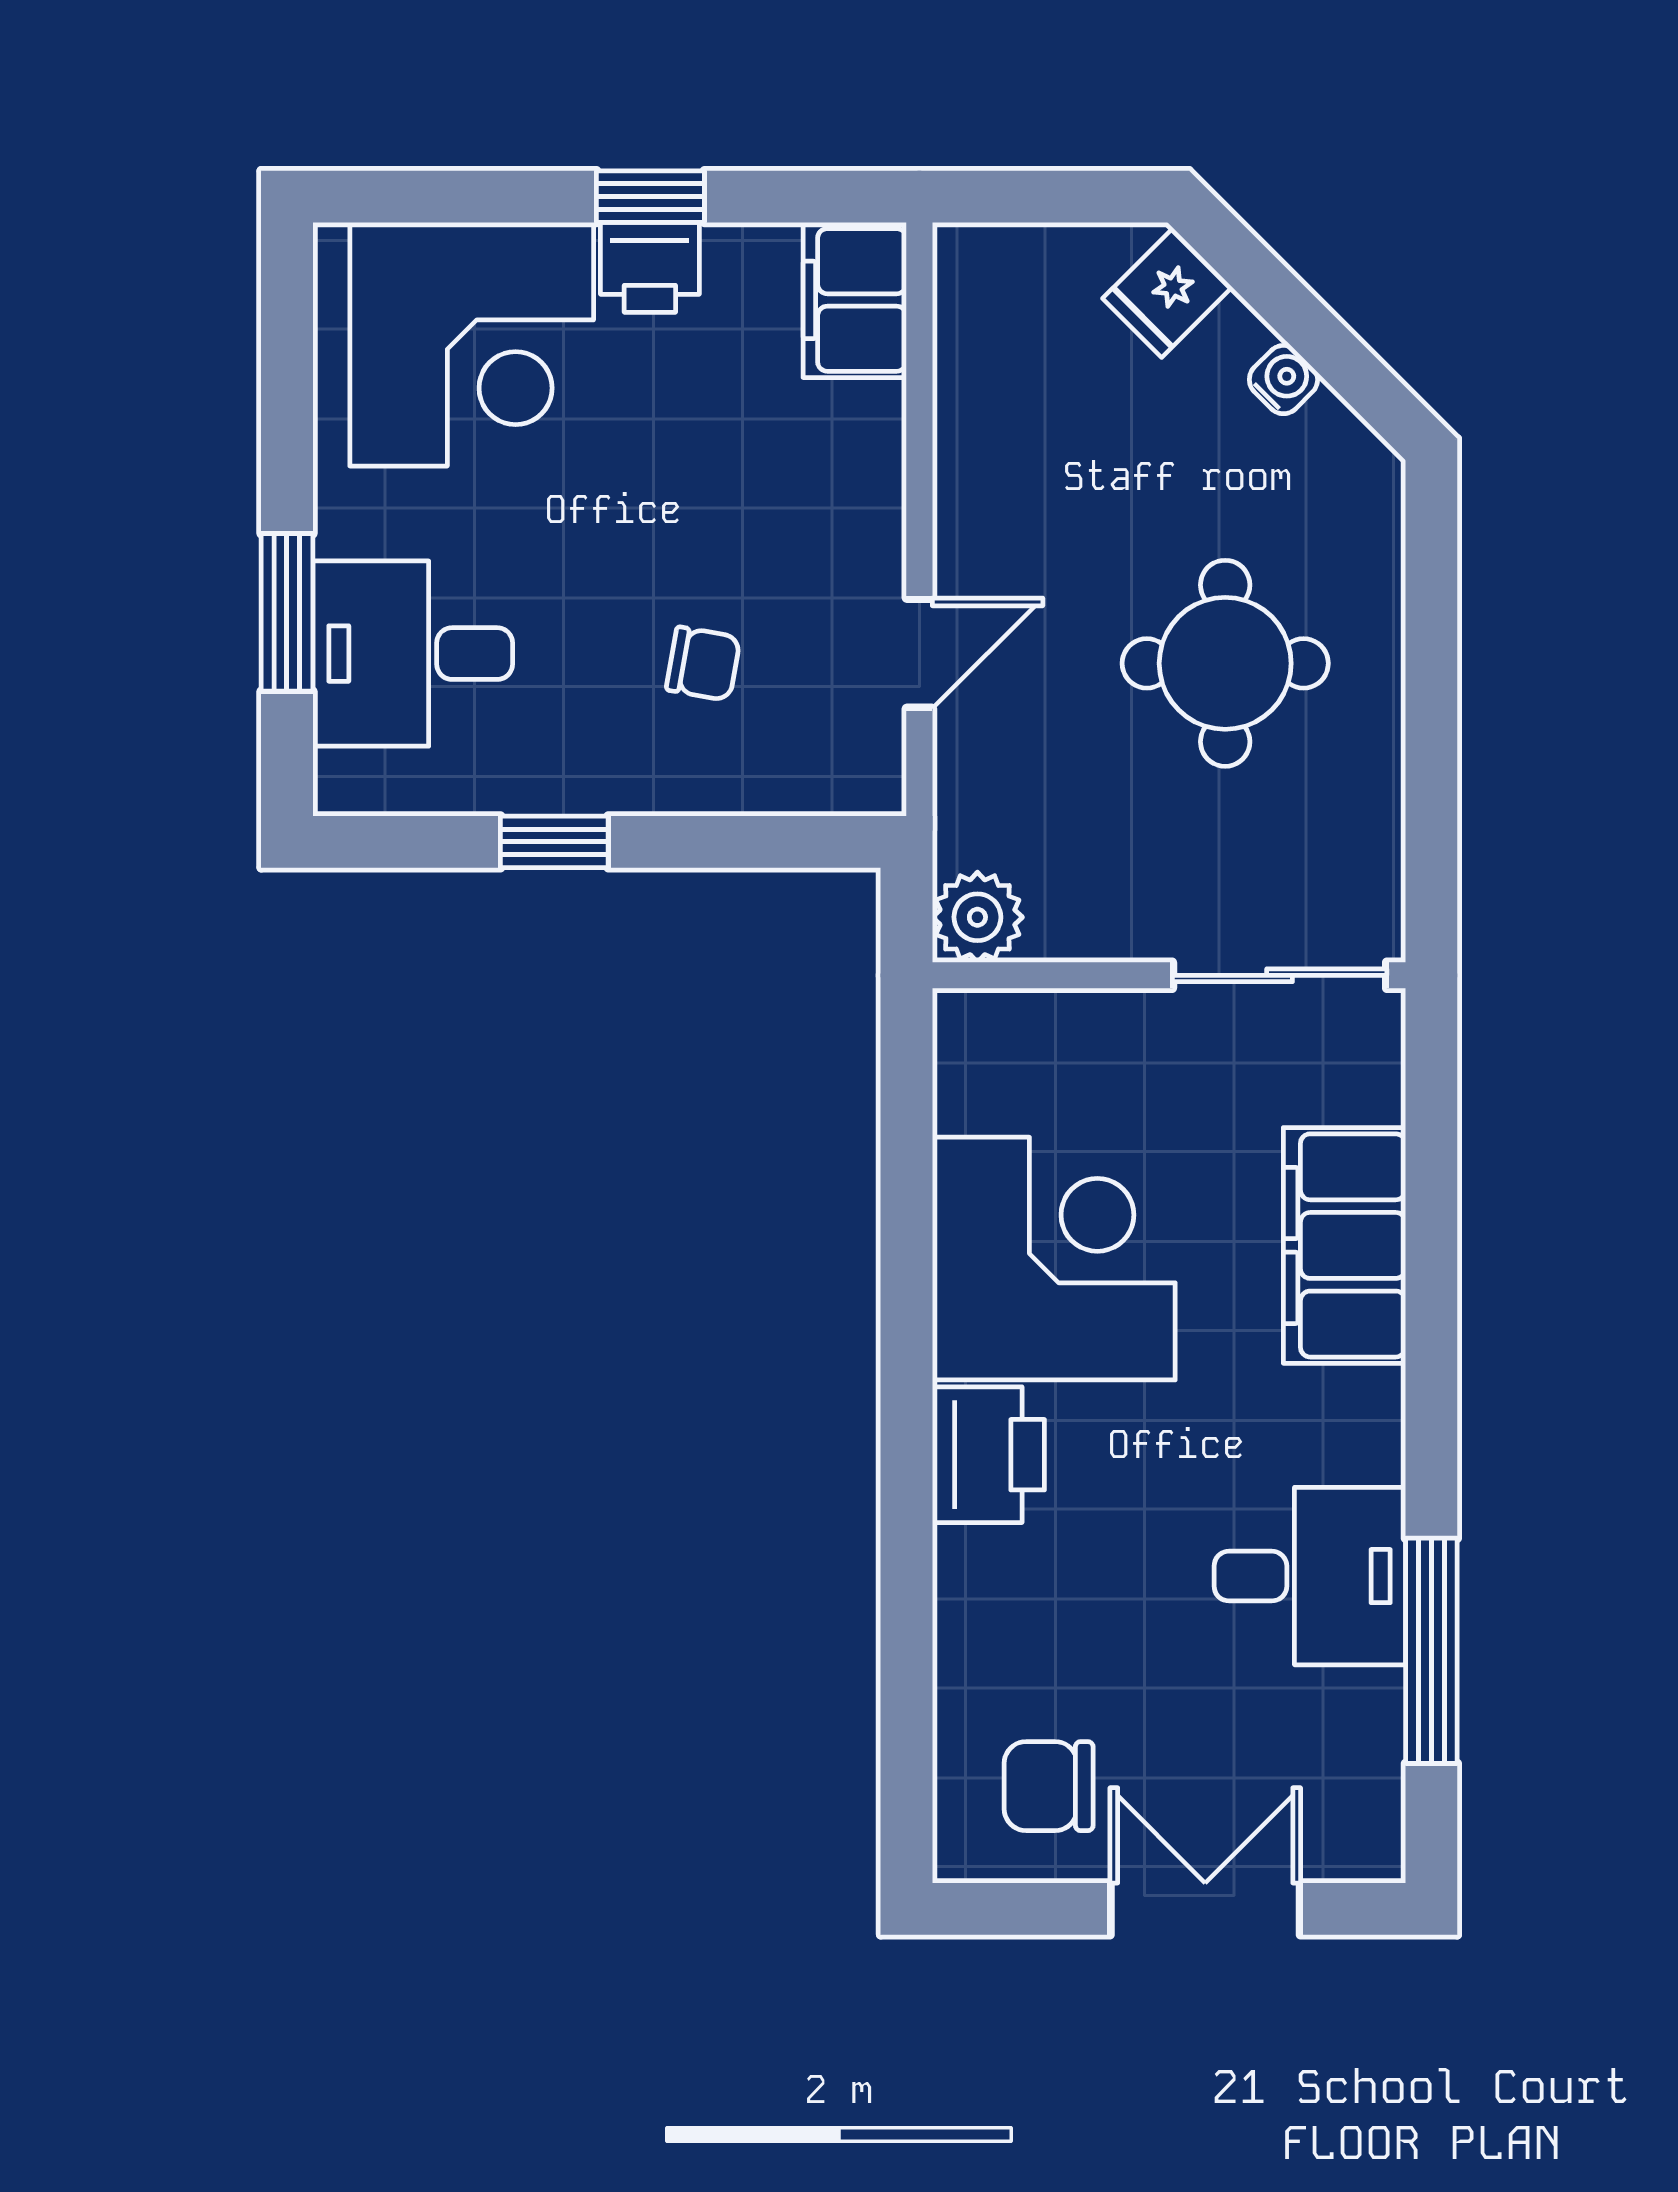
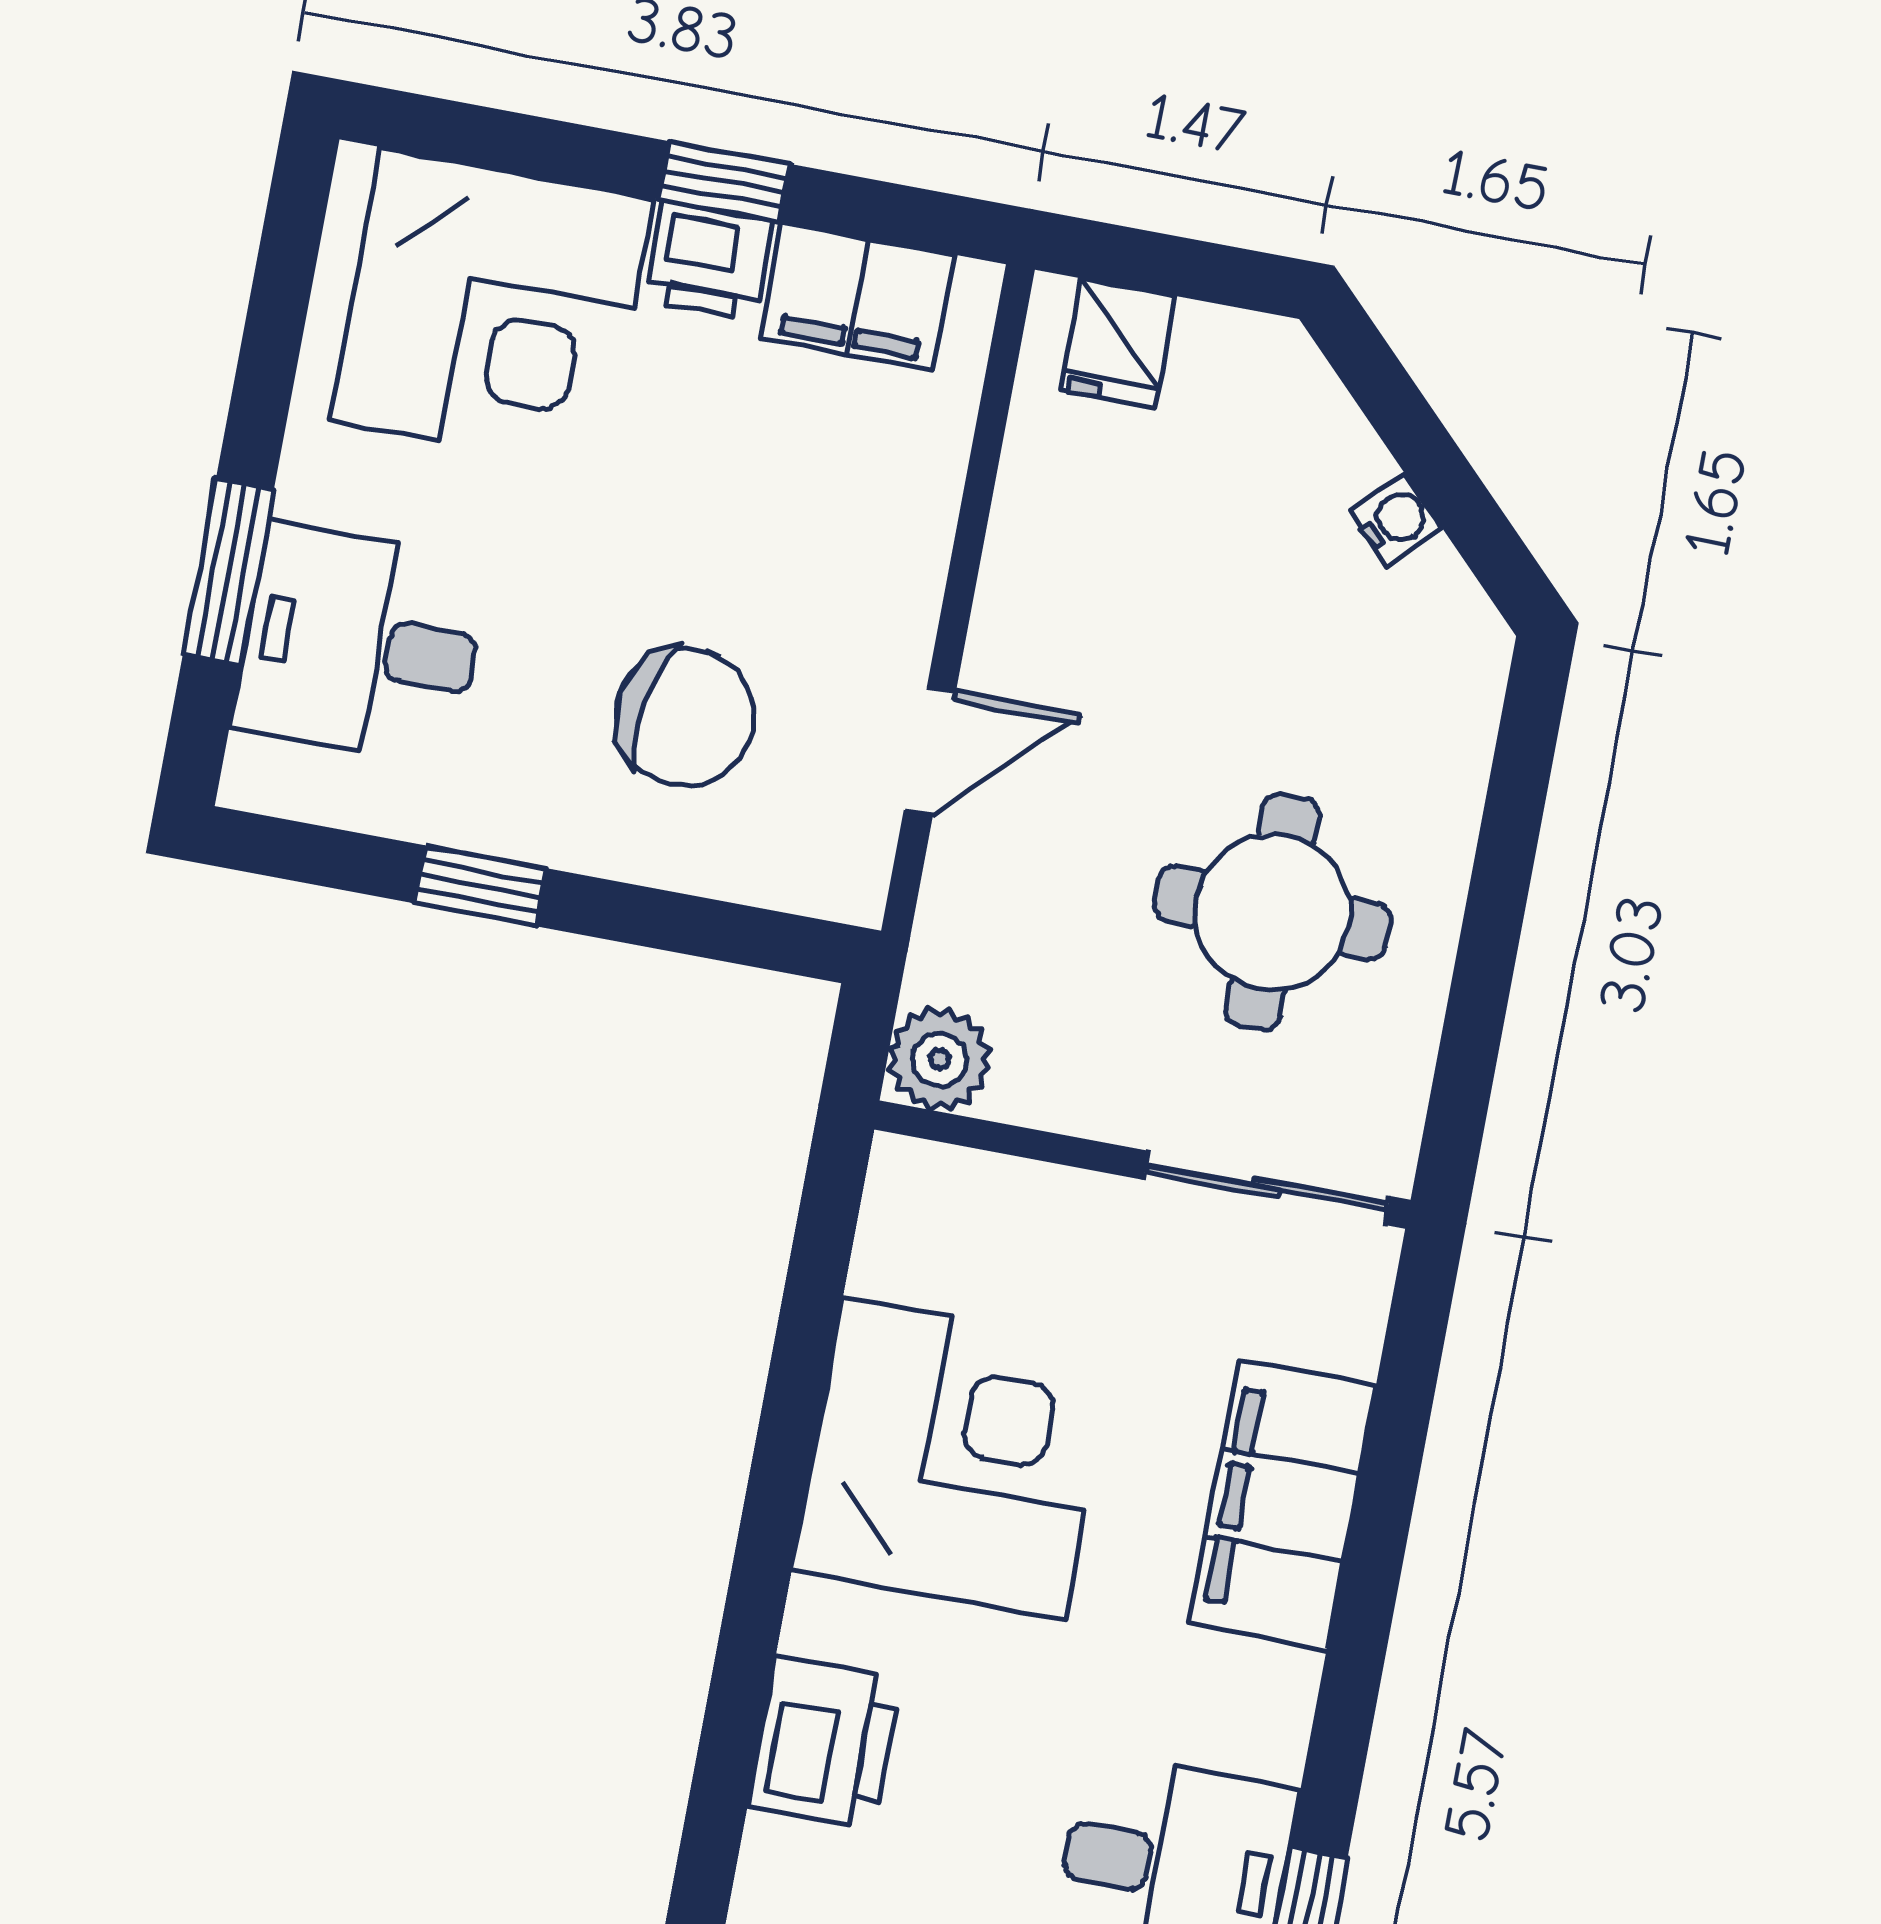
fridge: (1167, 293) -> (1118, 343), moved, turned -45
filing cabinet: (855, 300) -> (857, 296), moved, turned -90
round table: (1225, 663) -> (1272, 912), moved
chair: (703, 664) -> (685, 717), width x1.87, depth x1.87
printer: (988, 1455) -> (824, 1743), moved

